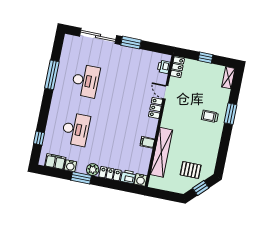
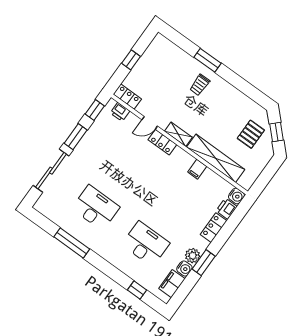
window: (157, 48) -> (95, 110), added
shelving: (228, 78) -> (178, 134), moved
plant: (93, 170) -> (193, 256), moved

